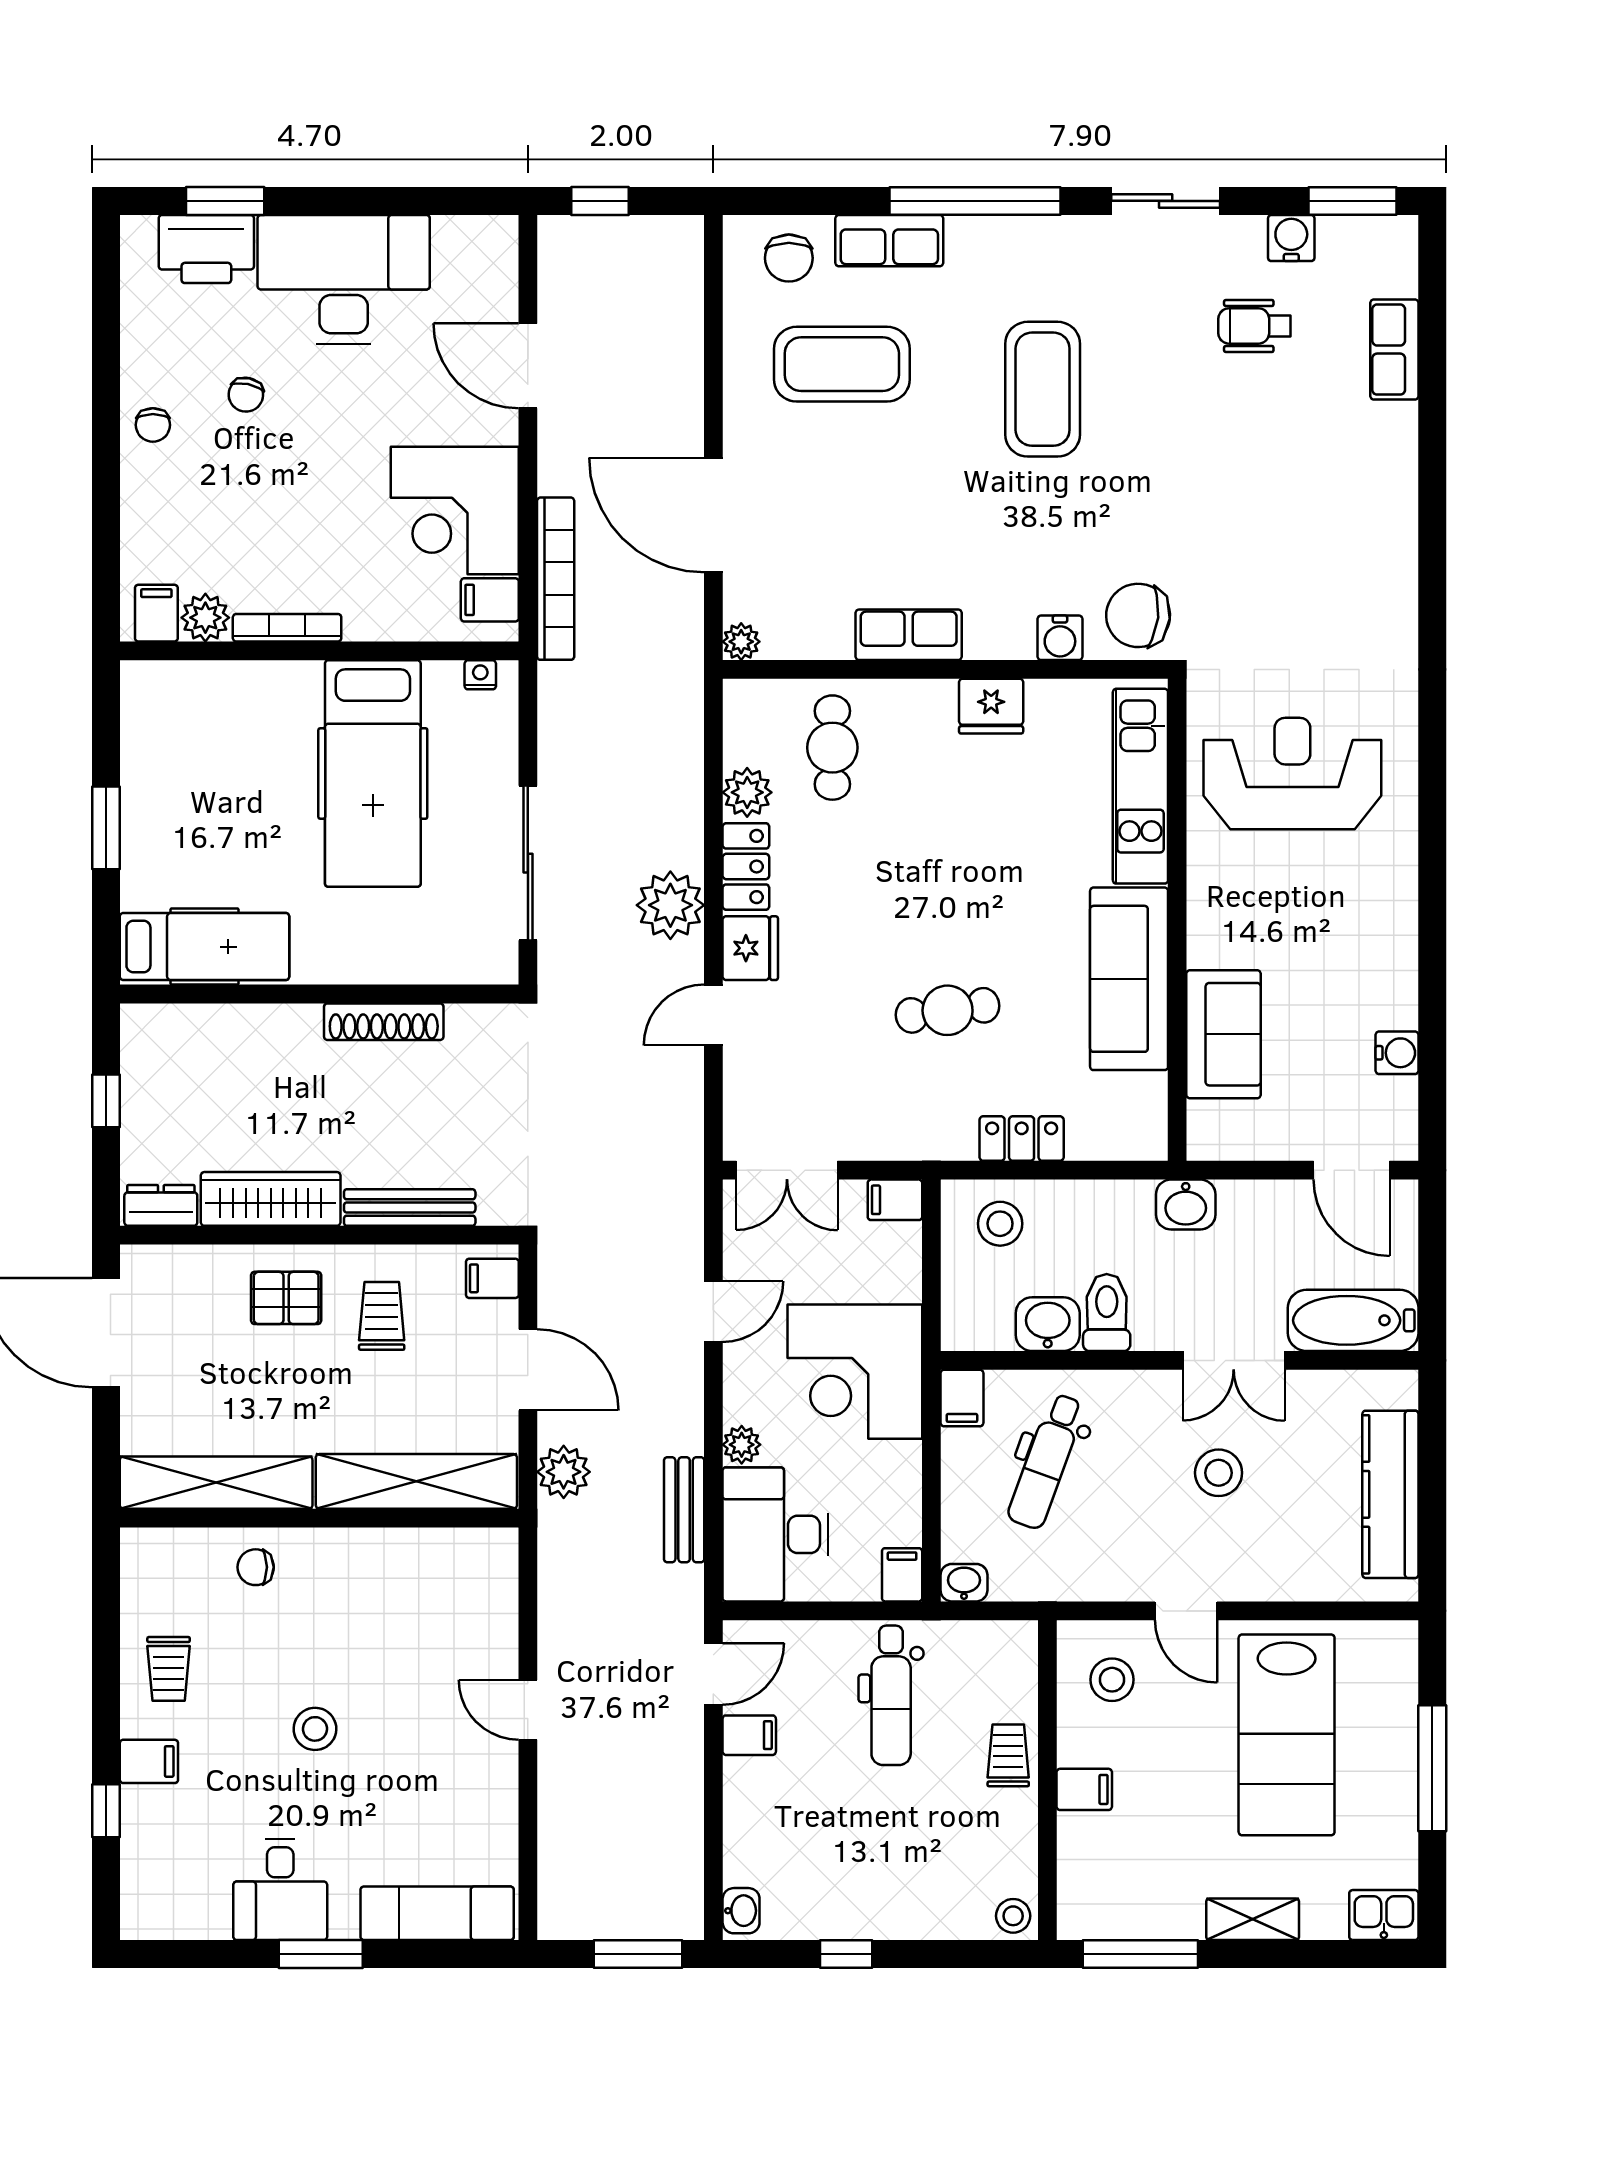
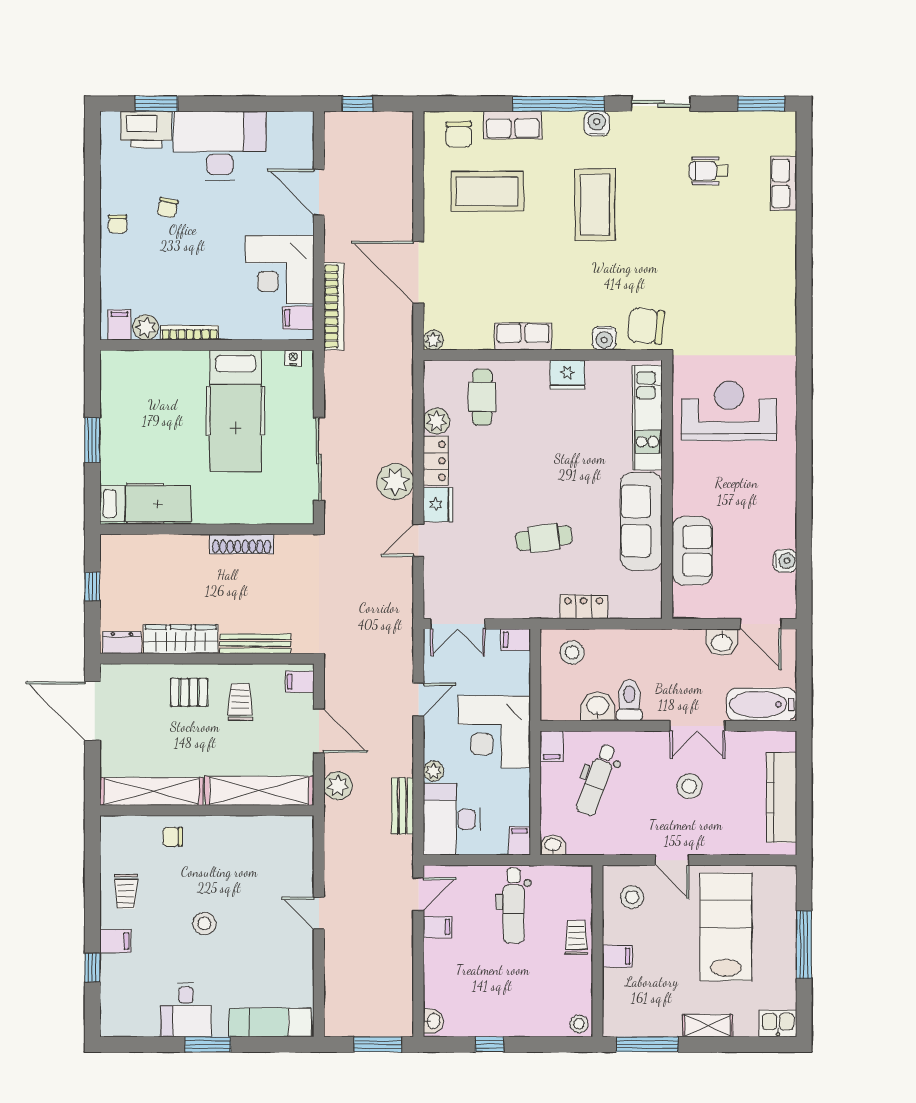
water cooler: (1291, 238) -> (597, 124), moved
washbasin: (1186, 1205) -> (722, 642), moved
lab bench: (1287, 1735) -> (726, 927), turned 180

